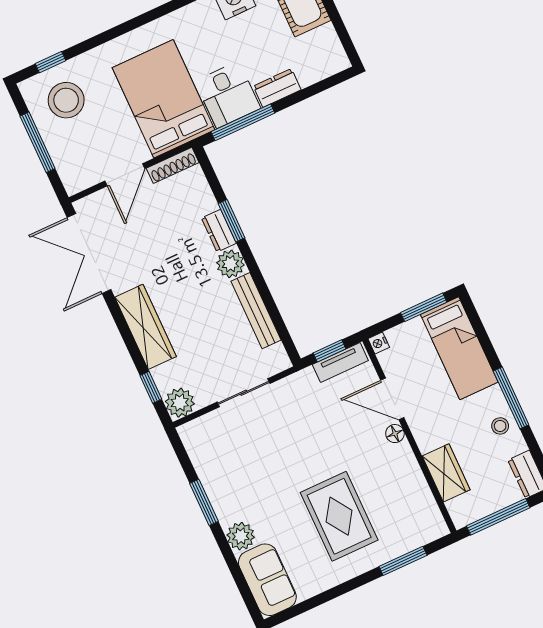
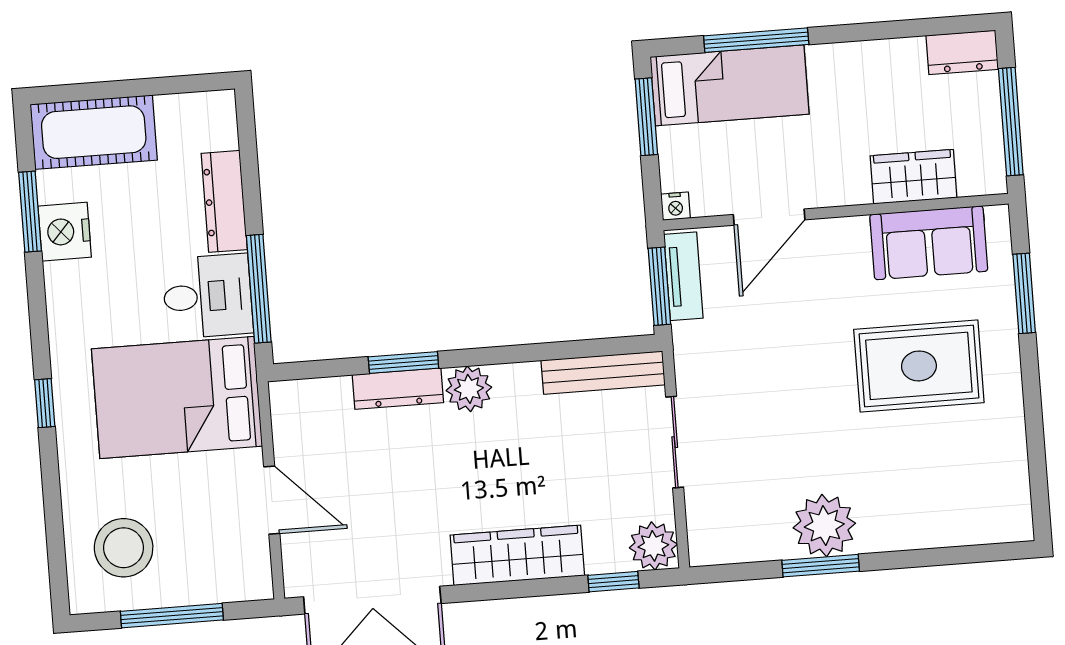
window: (50, 62) -> (45, 403), moved
dresser: (277, 88) -> (224, 201), width x1.44
shoe rack: (173, 165) -> (285, 421), removed
dresser: (219, 231) -> (398, 389), width x1.44
bench: (256, 311) -> (603, 373), moved
window: (329, 351) -> (659, 286), width x1.50
window: (511, 398) -> (756, 40), moved
stool: (500, 426) -> (872, 67), removed
floor lamp: (395, 434) -> (824, 233), removed
plant: (241, 536) -> (824, 526), moved, width x1.36, depth x1.36
sofa: (267, 580) -> (929, 243), moved, turned 180

